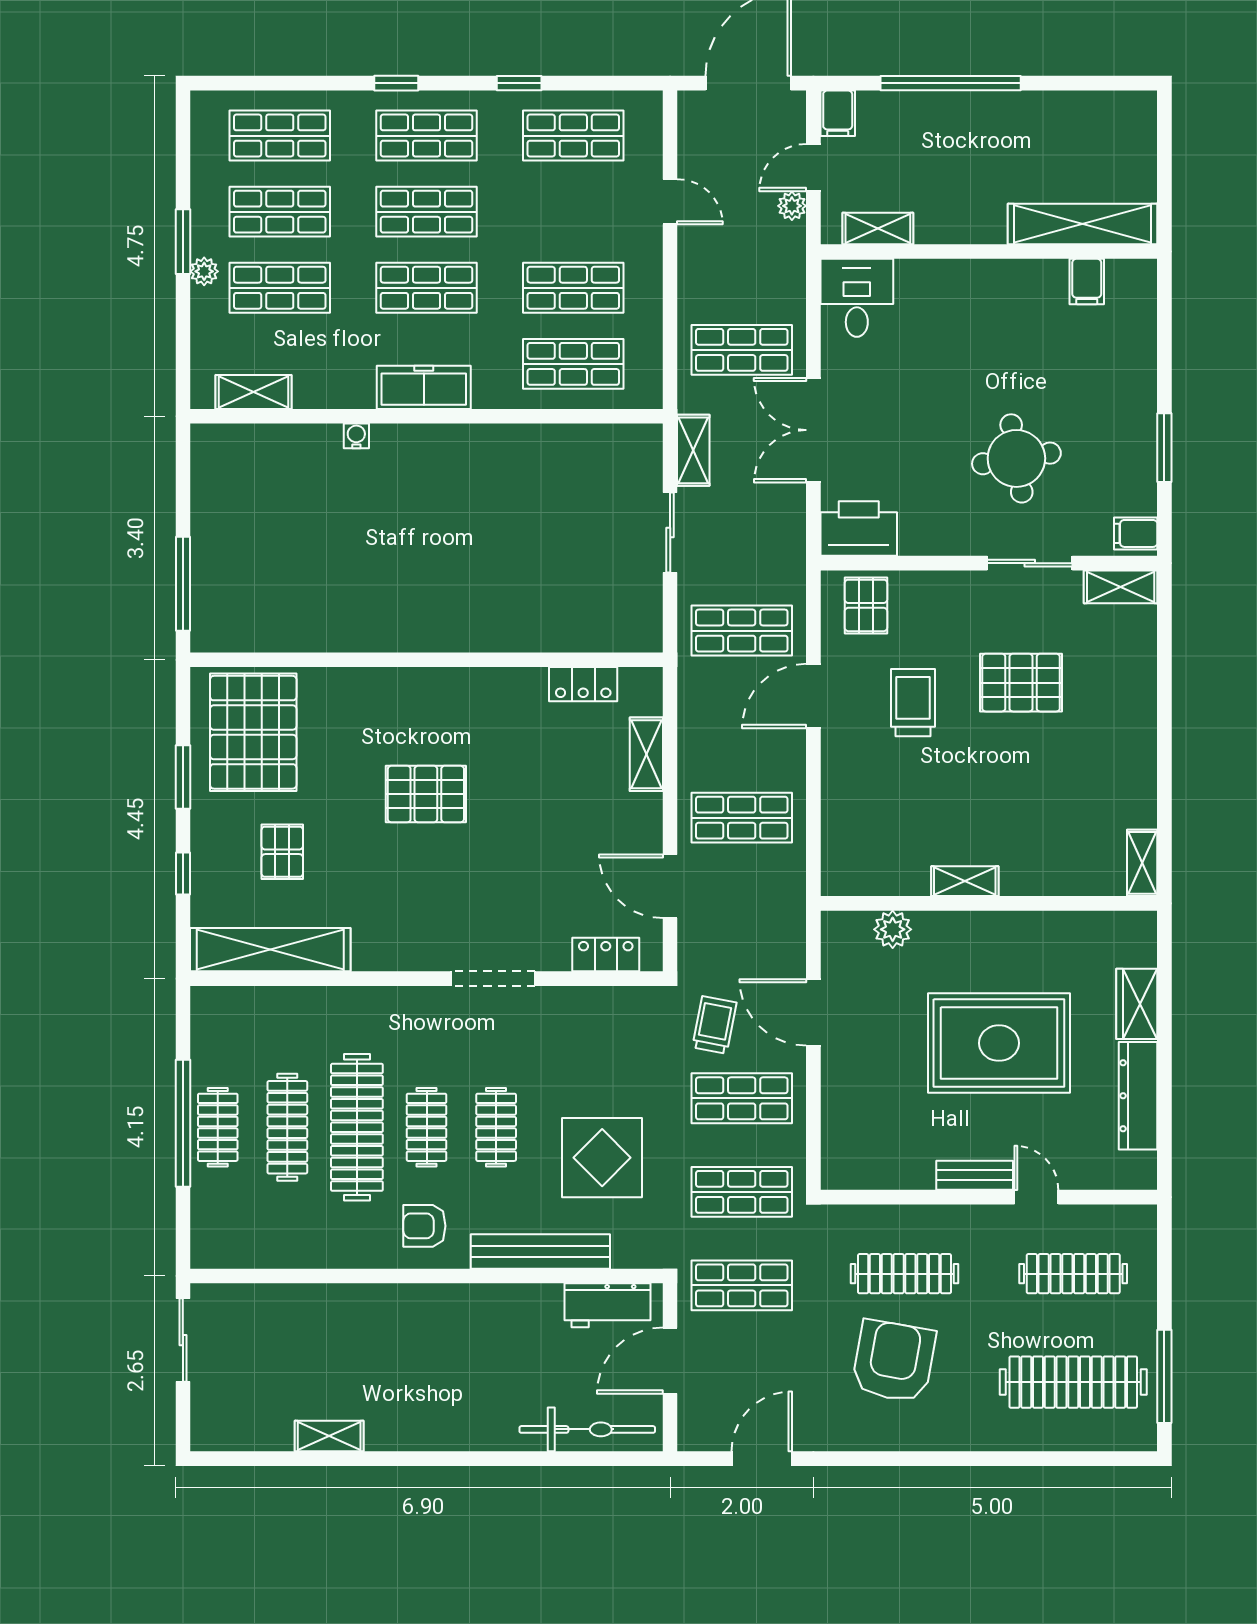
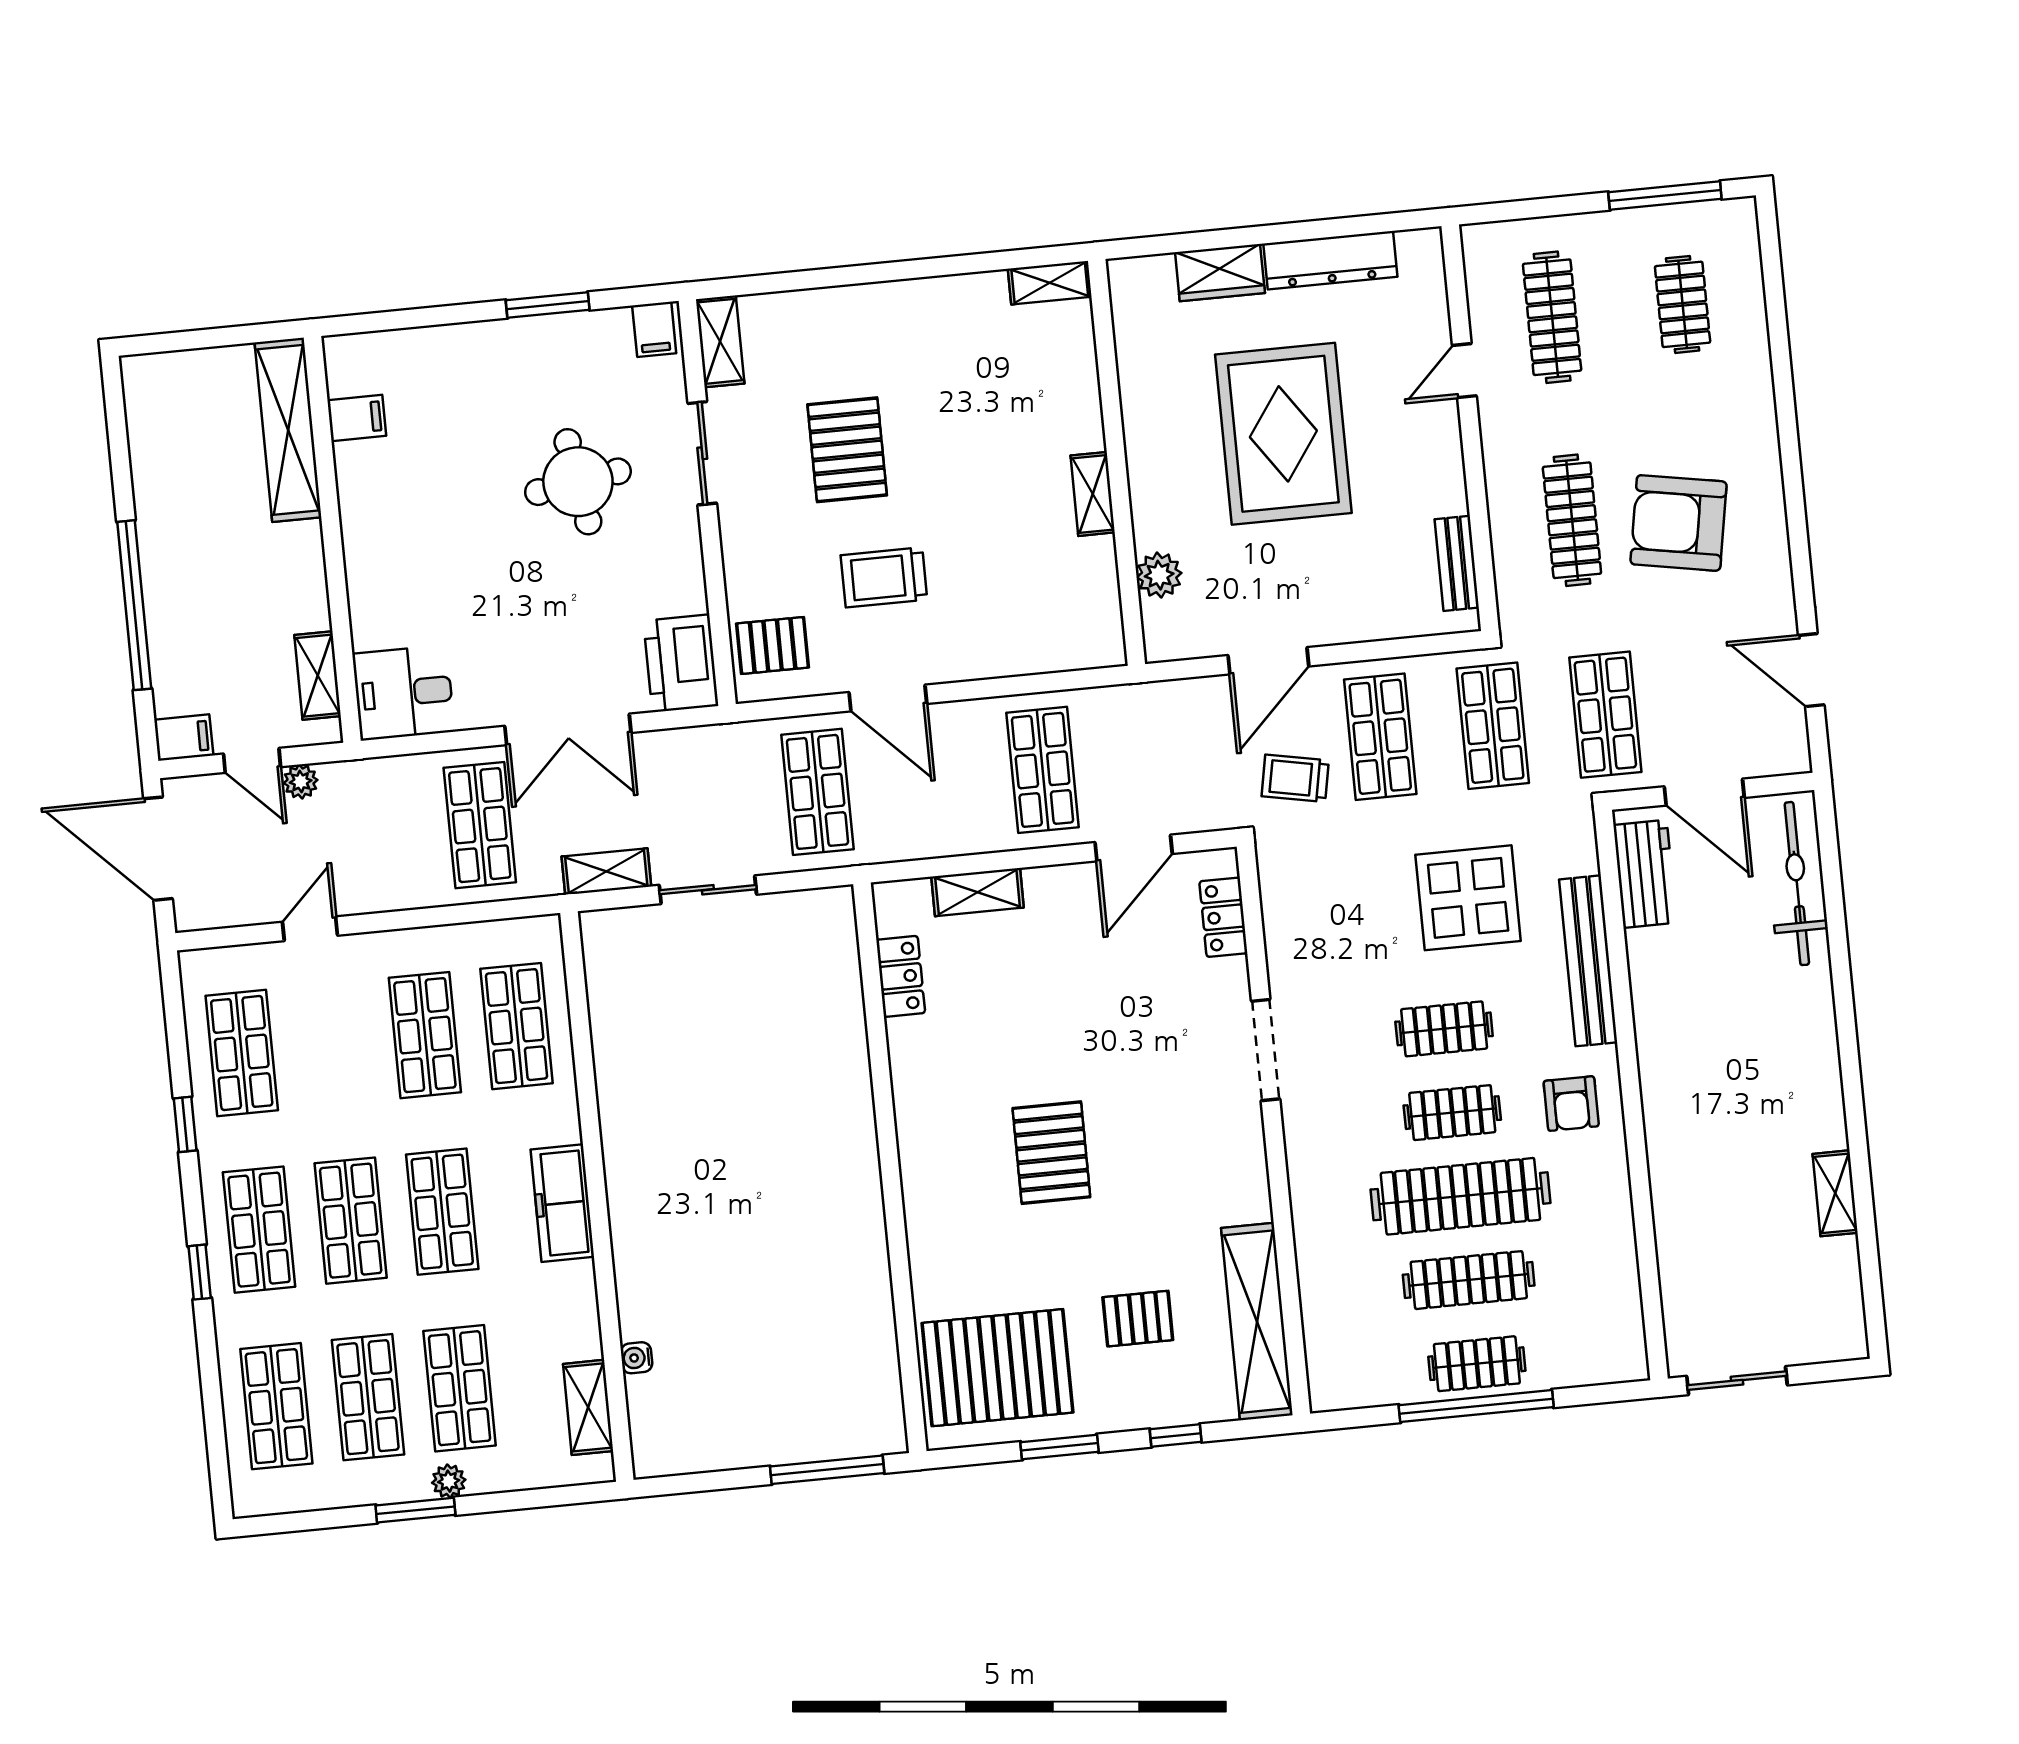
water cooler: (356, 436) -> (636, 1358), moved
bench: (975, 1175) -> (1457, 563), moved
clothes rail: (1073, 1382) -> (1683, 304), width x0.54, depth x0.76

